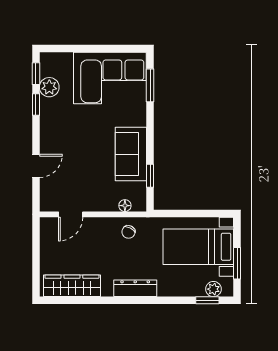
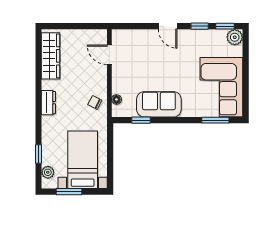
plant: (49, 87) -> (235, 37), moved
door: (36, 166) -> (168, 26), moved
dresser: (135, 288) -> (48, 103), width x0.70
window: (207, 300) -> (38, 154), moved

